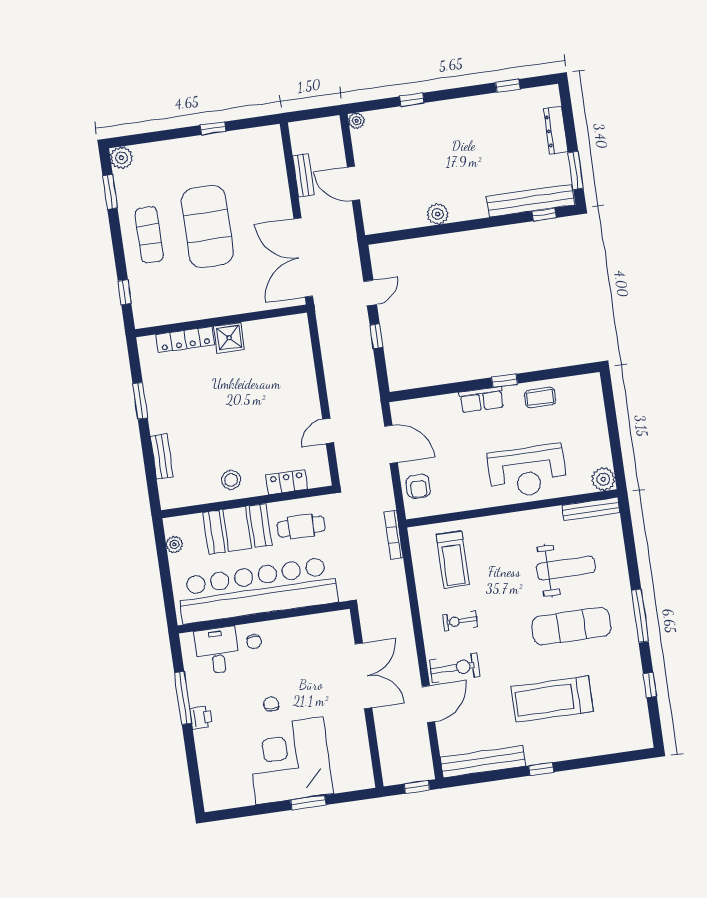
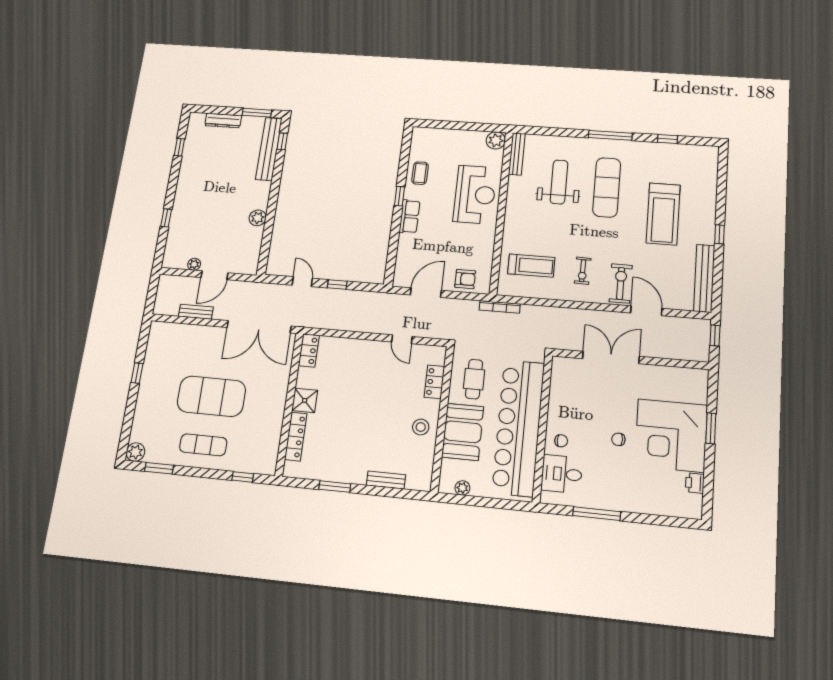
plant: (357, 121) -> (194, 264), moved
locker: (289, 325) -> (309, 350), added
printer: (201, 718) -> (695, 483), moved, turned -90

